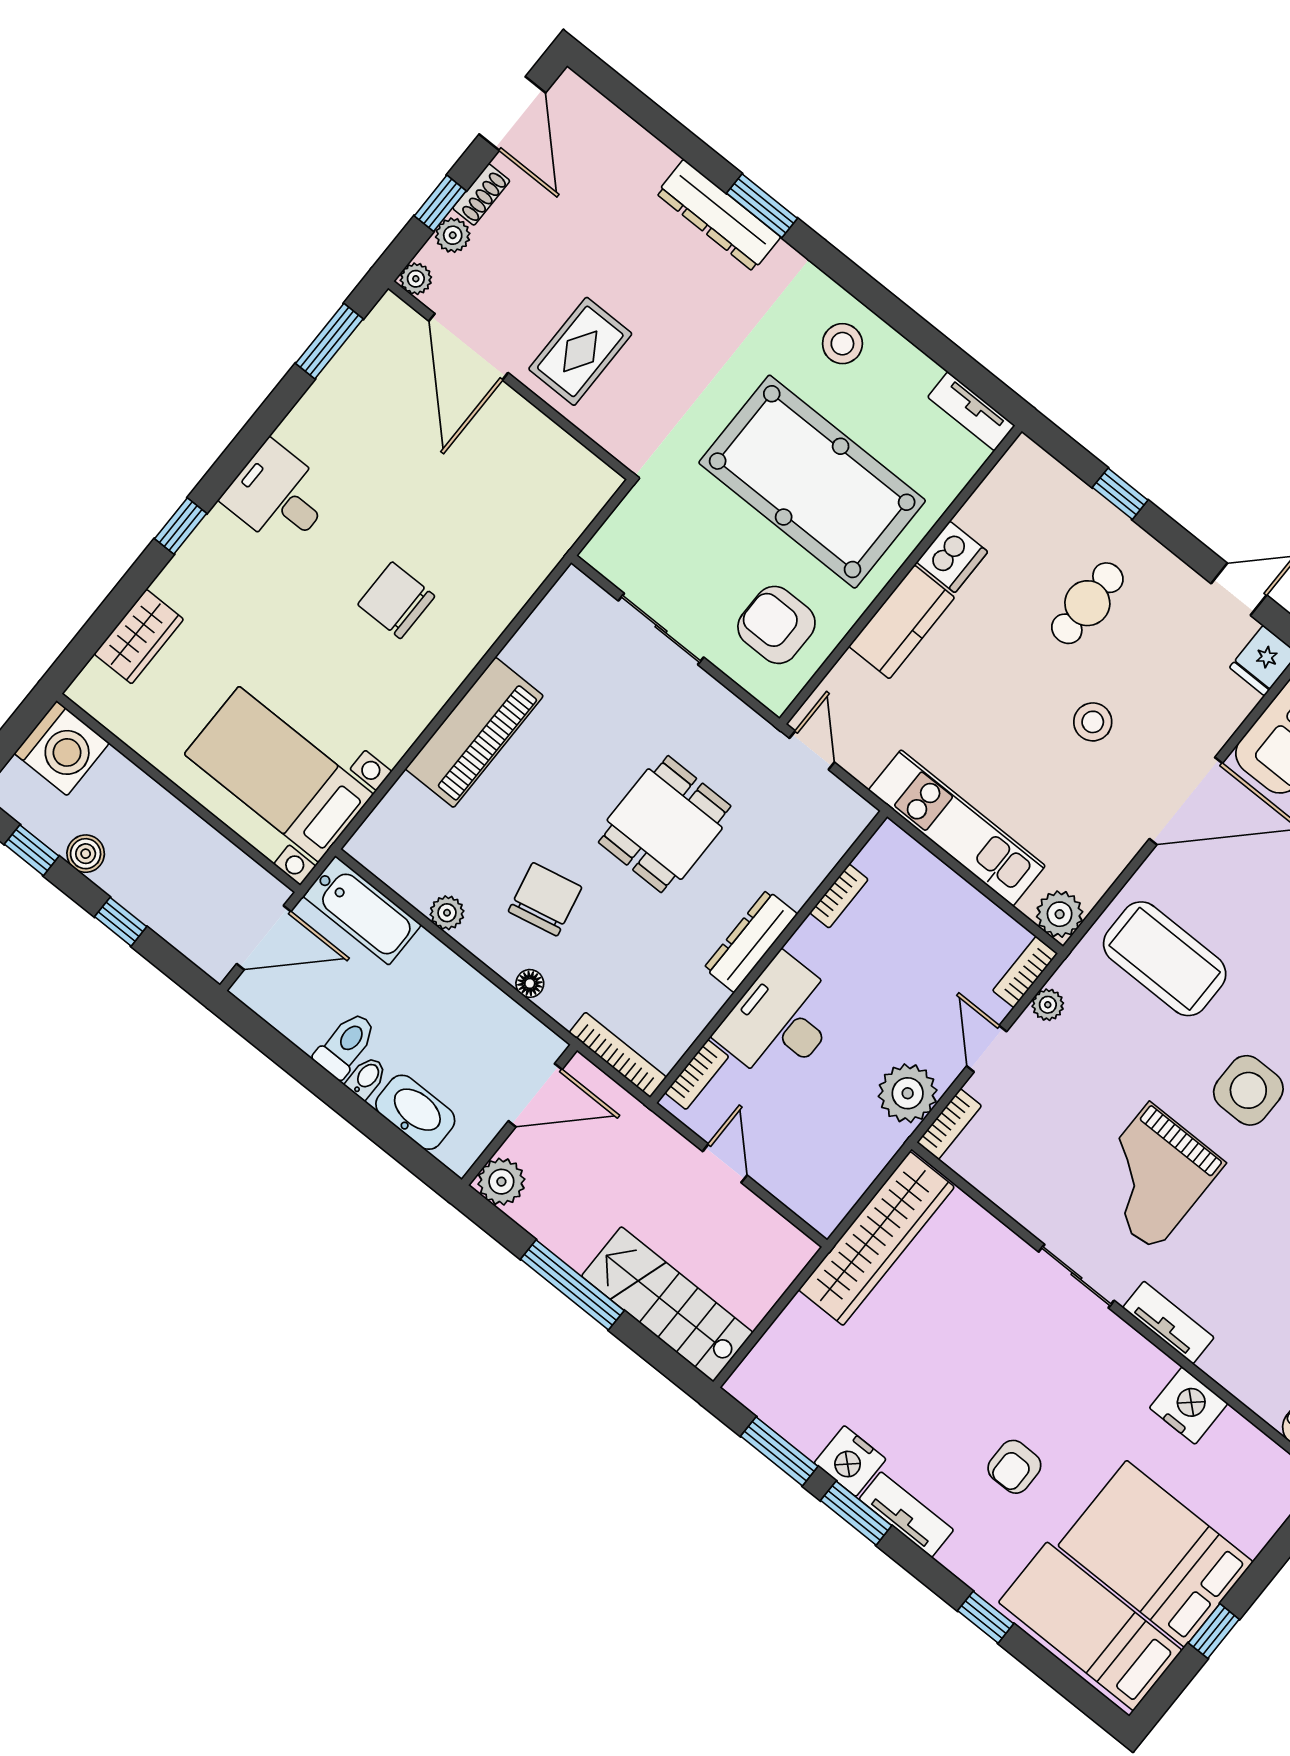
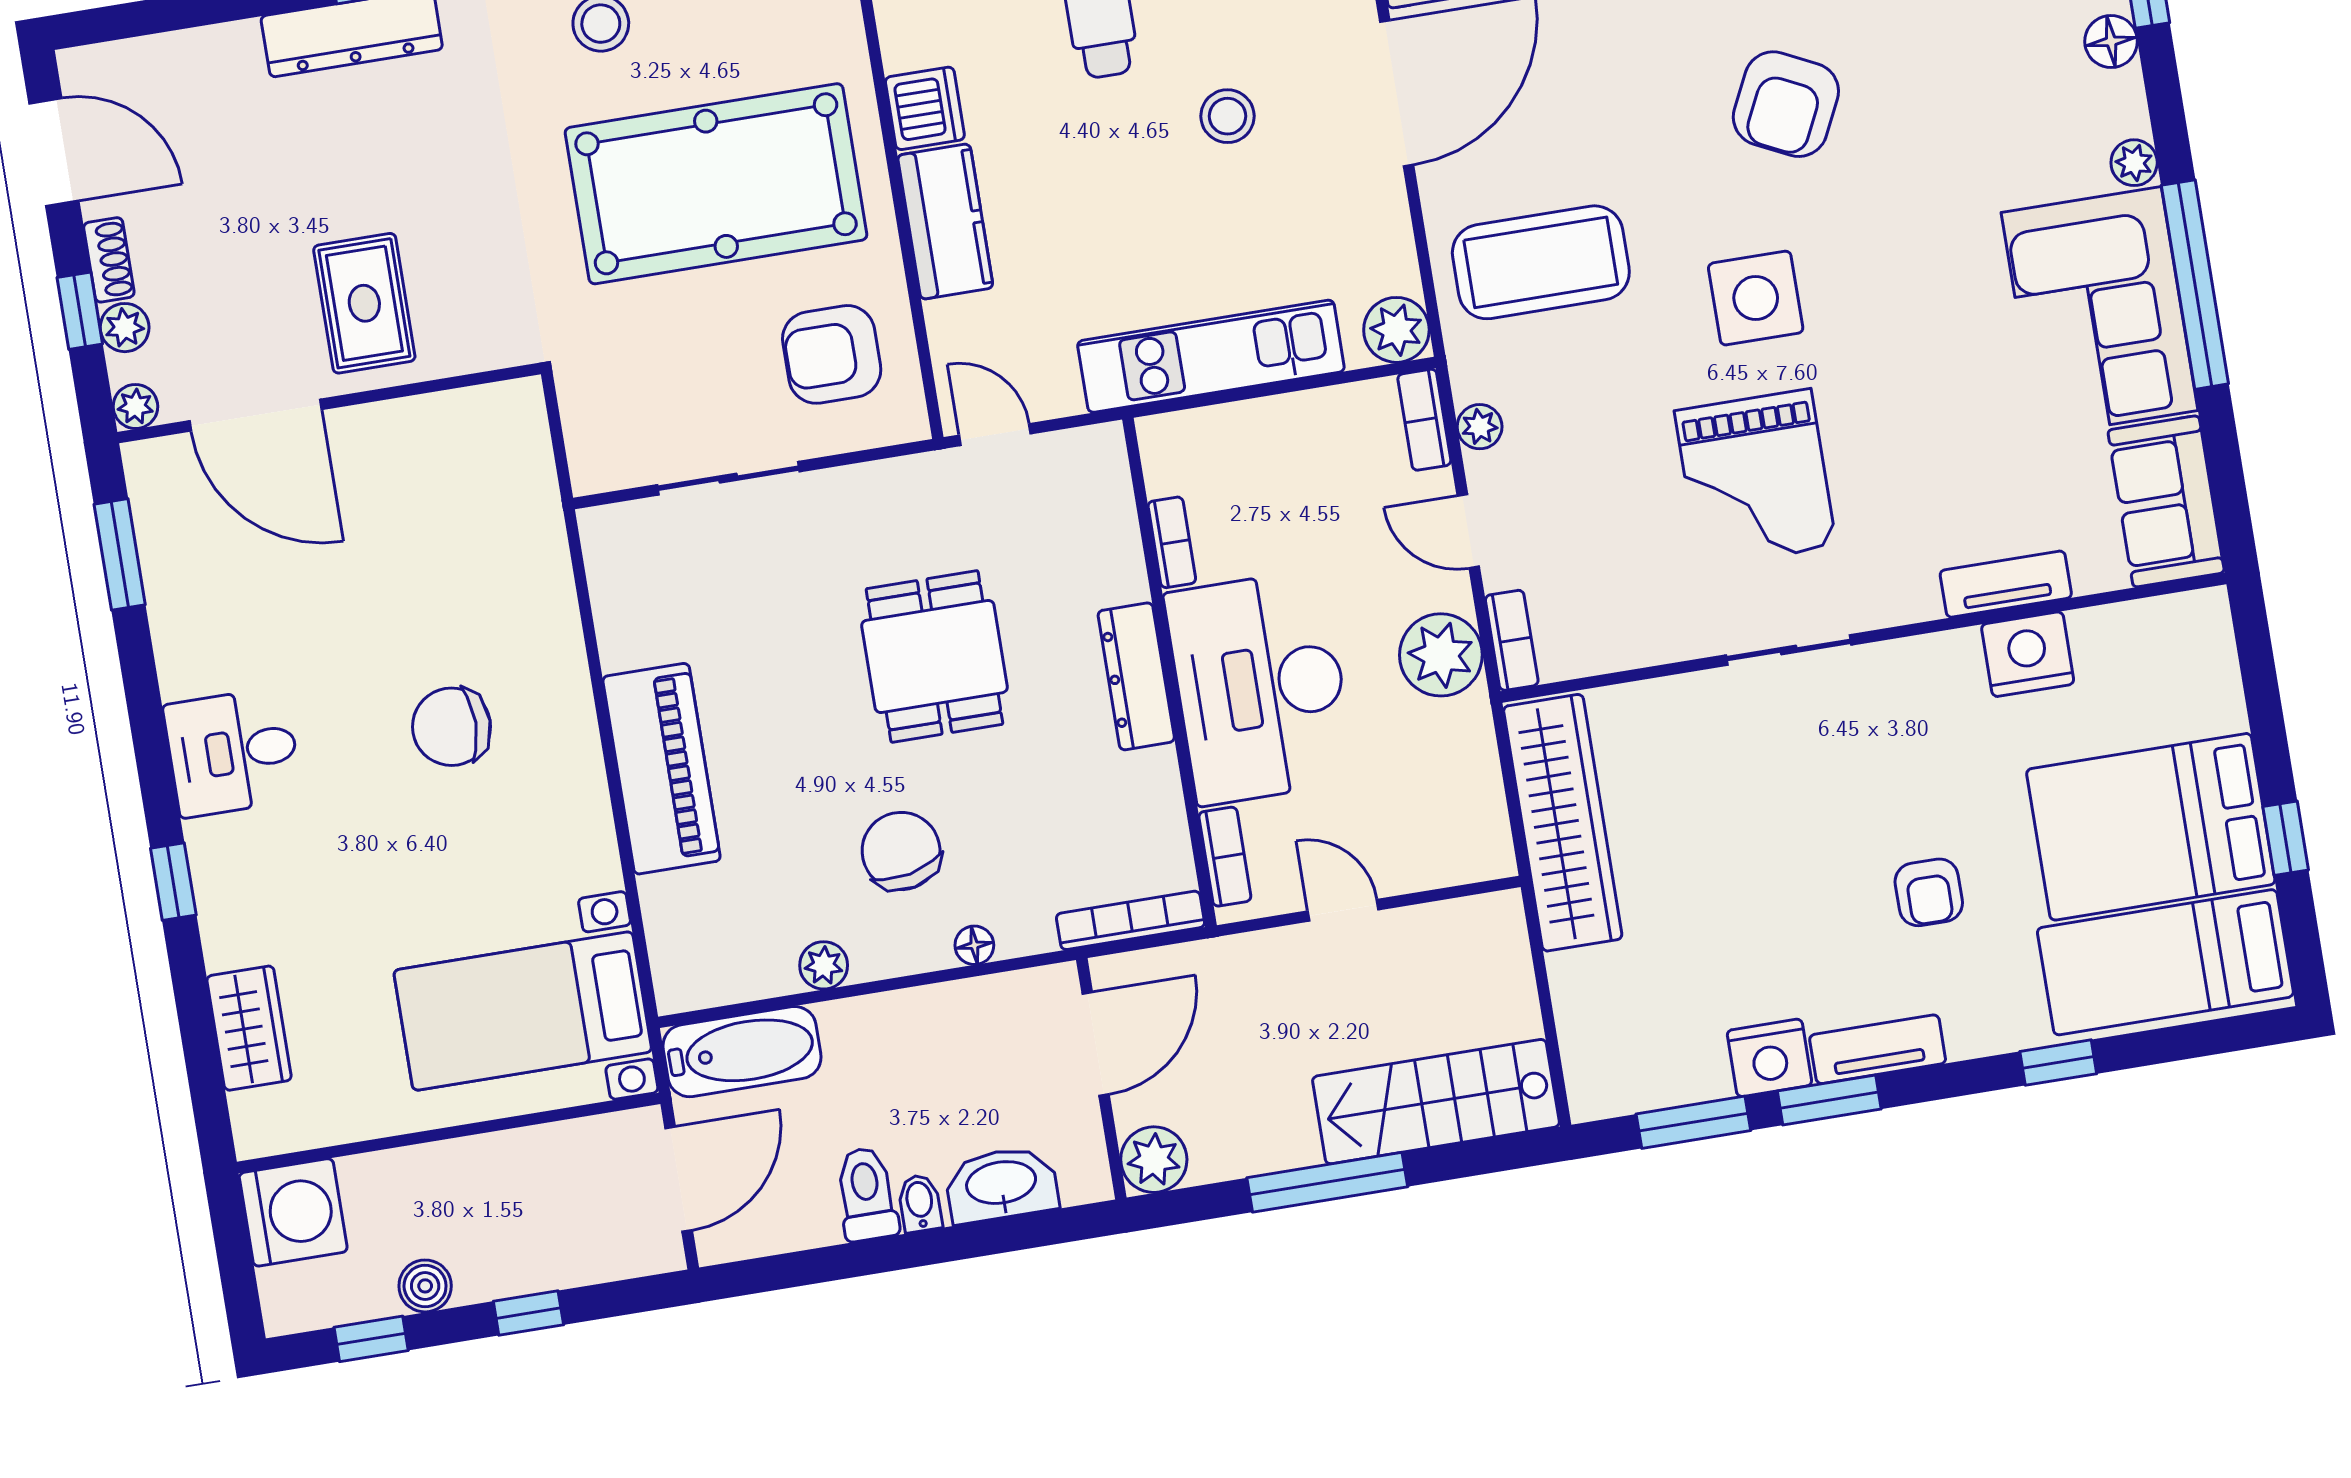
desk: (780, 1020) -> (1260, 687), width x1.36, depth x1.30
tv unit: (1168, 1323) -> (2006, 584), moved

